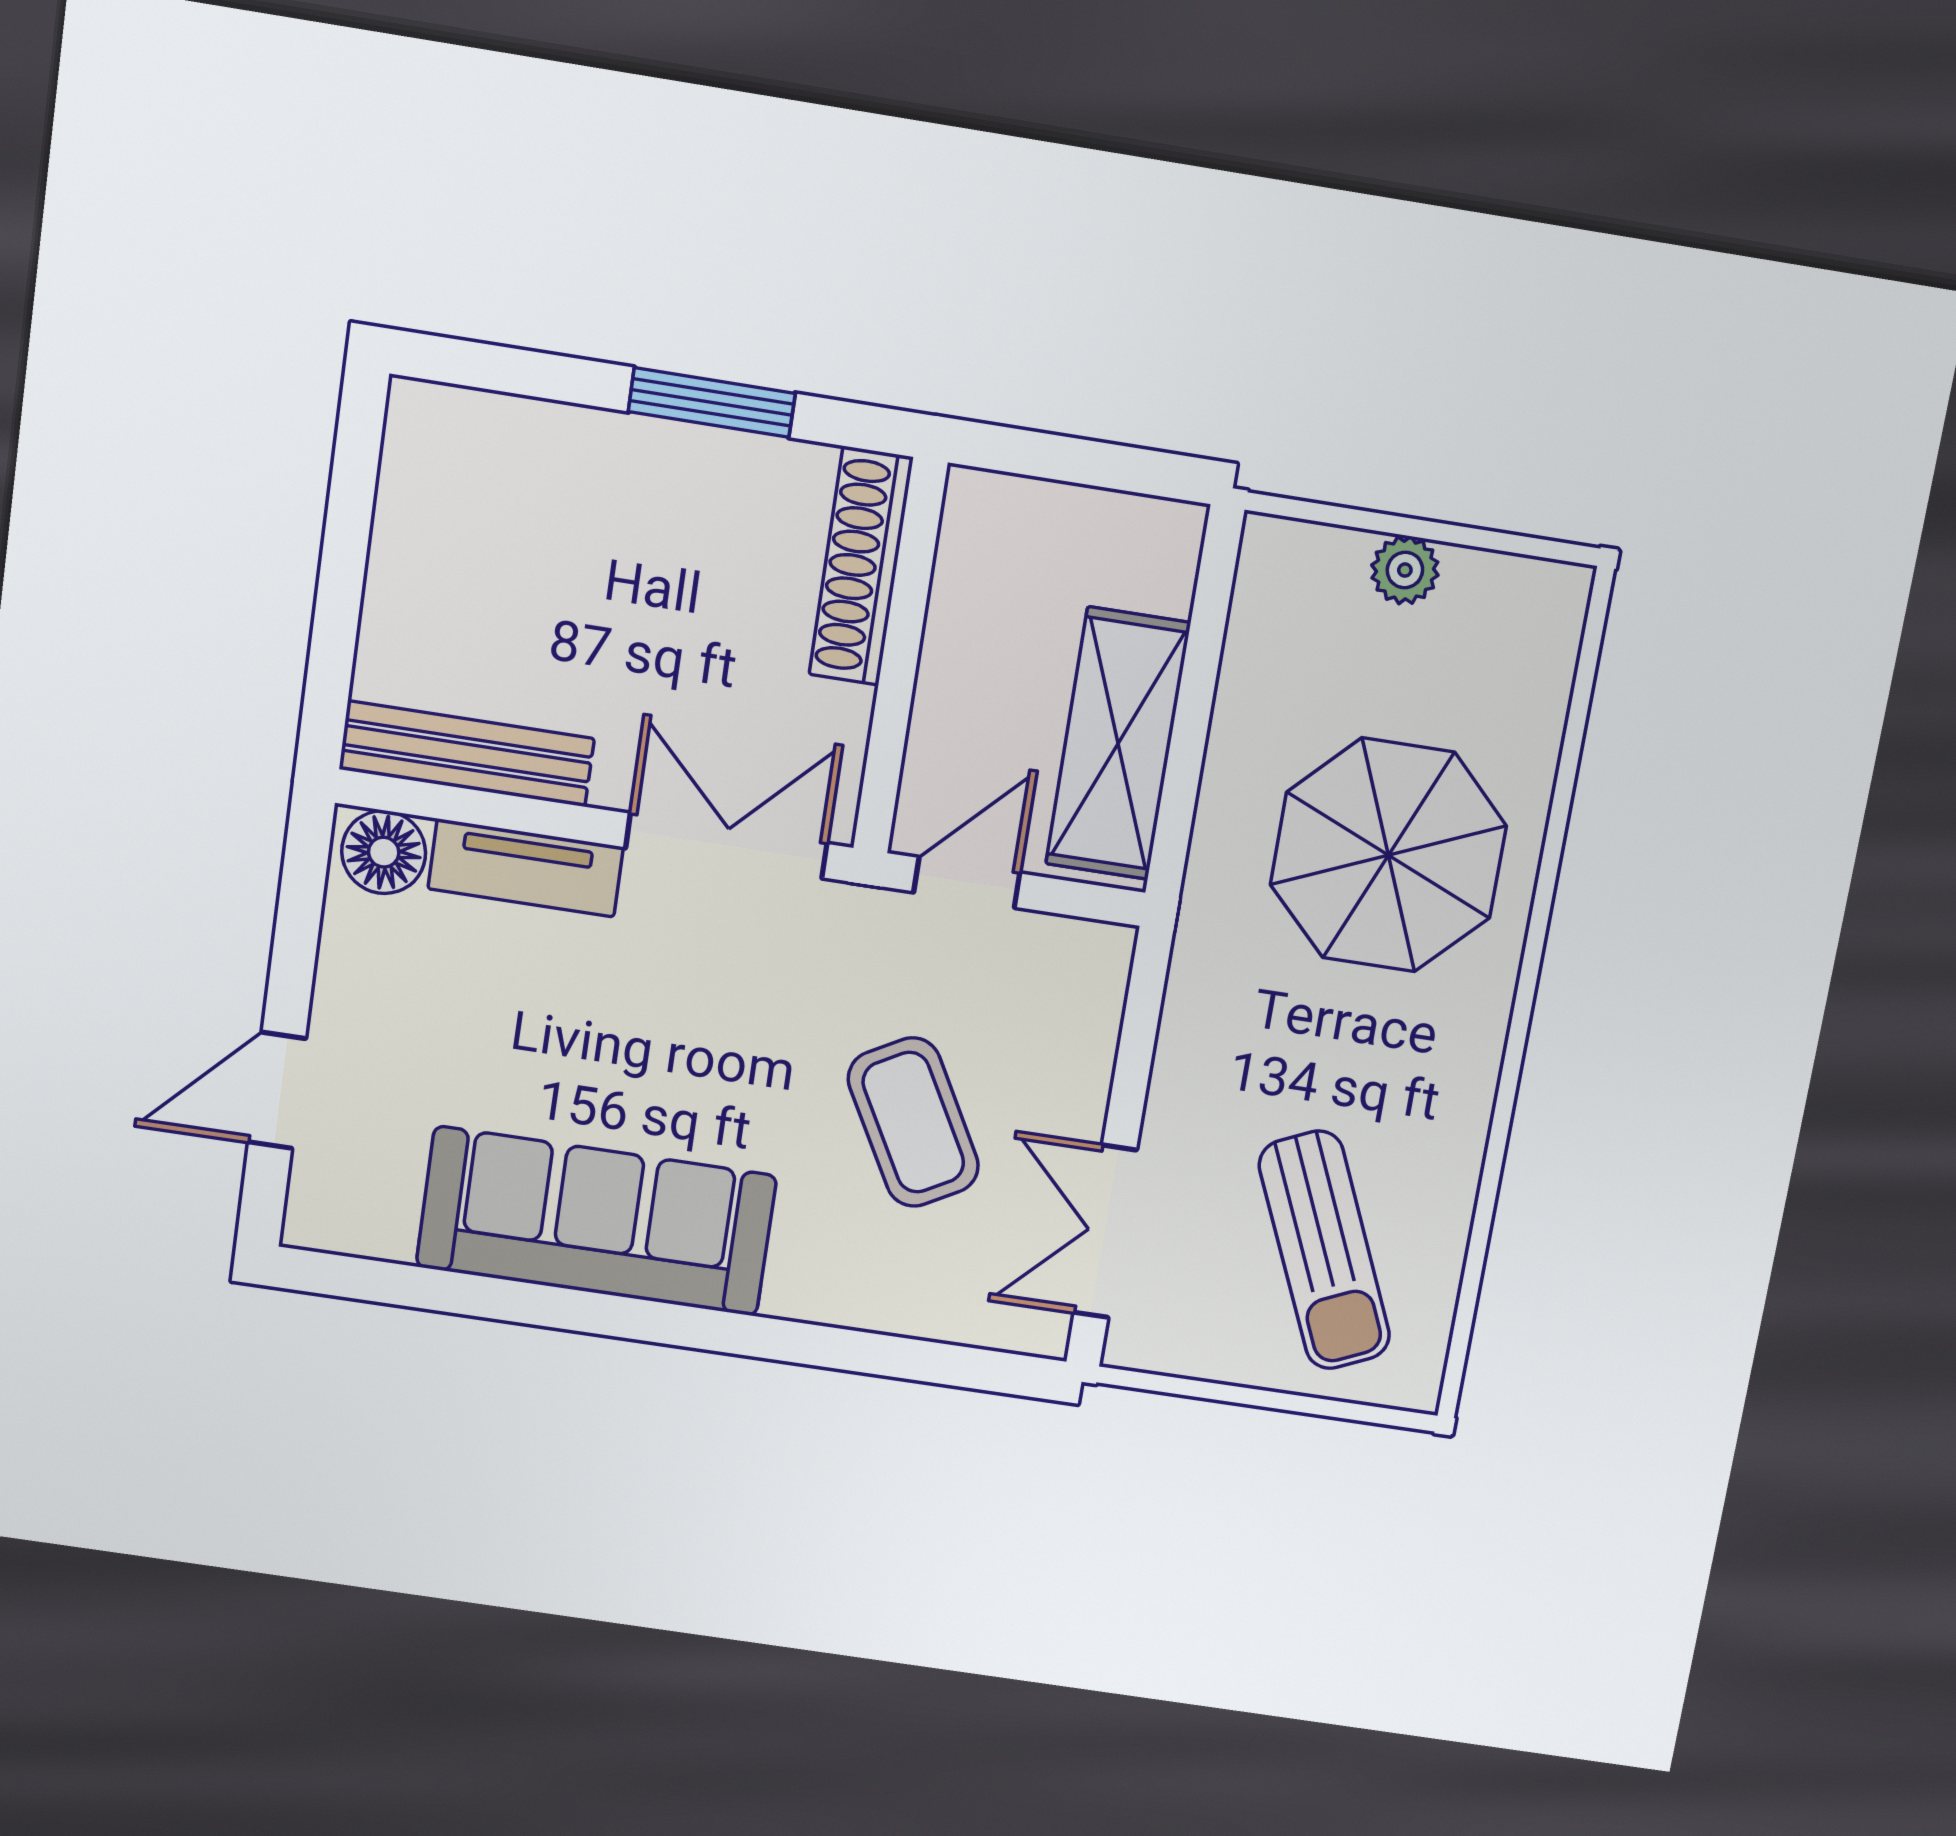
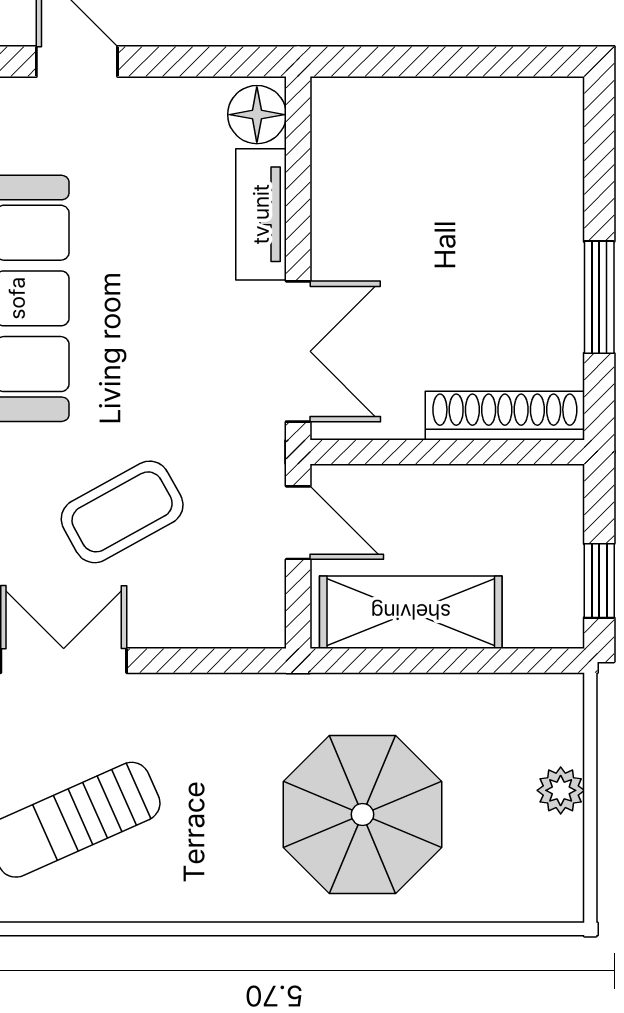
window: (1118, 467) -> (599, 581), added
bench: (467, 754) -> (334, 163), removed

